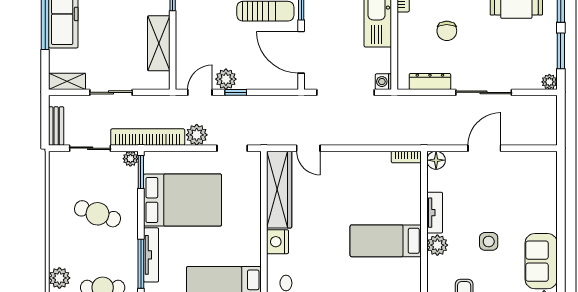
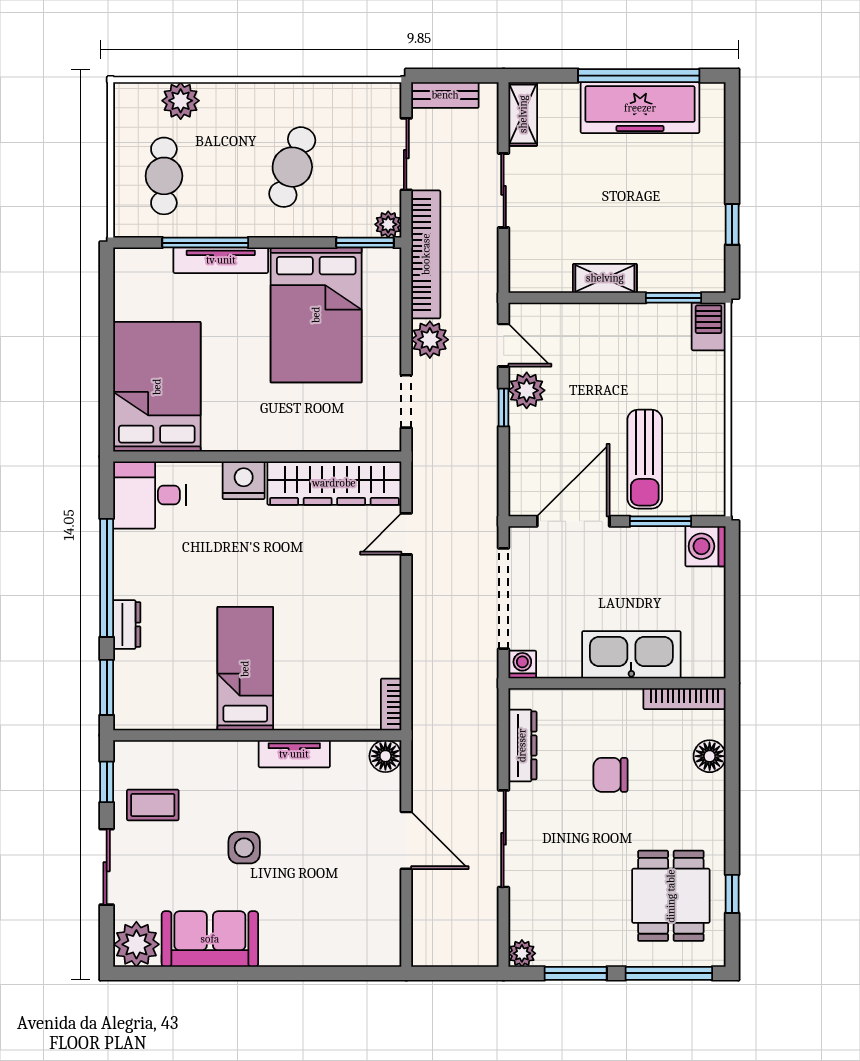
shelving: (159, 43) -> (605, 278), width x0.67, depth x0.75
plant: (437, 245) -> (238, 758), removed

